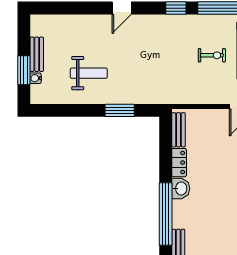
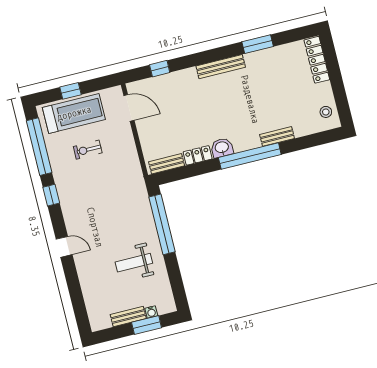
exercise bike: (212, 55) -> (88, 150), turned -90
weight bench: (89, 73) -> (134, 263), turned -90
window: (120, 110) -> (162, 224), width x2.11

